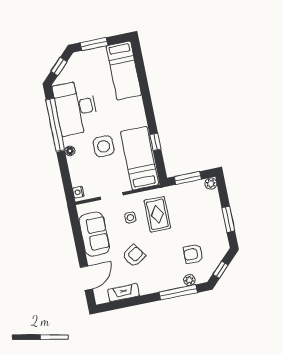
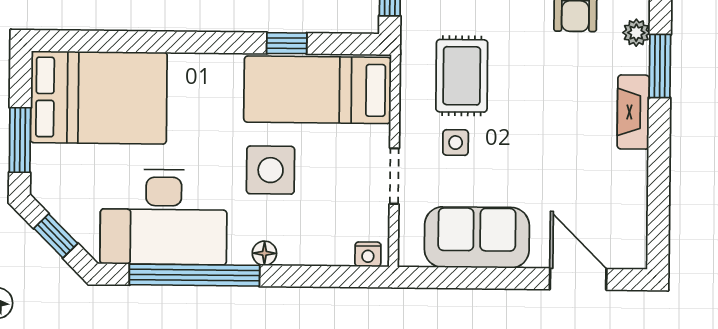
bed: (124, 70) -> (99, 97), width x1.50
rug: (157, 214) -> (462, 76), turned 90
armchair: (134, 256) -> (549, 154), removed
window: (178, 292) -> (660, 66), width x0.69
fireplace: (124, 293) -> (633, 112), moved

